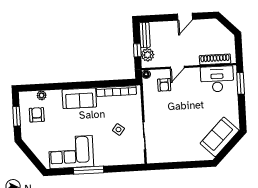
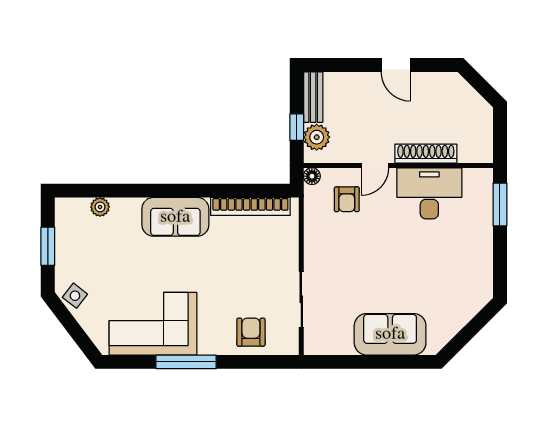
door: (185, 17) -> (396, 65), hinge flipped
shoe rack: (215, 59) -> (426, 154), moved
desk: (217, 79) -> (429, 193), moved
armchair: (37, 115) -> (251, 332), moved
side table: (118, 129) -> (75, 296), moved
sofa: (220, 137) -> (390, 334), moved, turned 45

